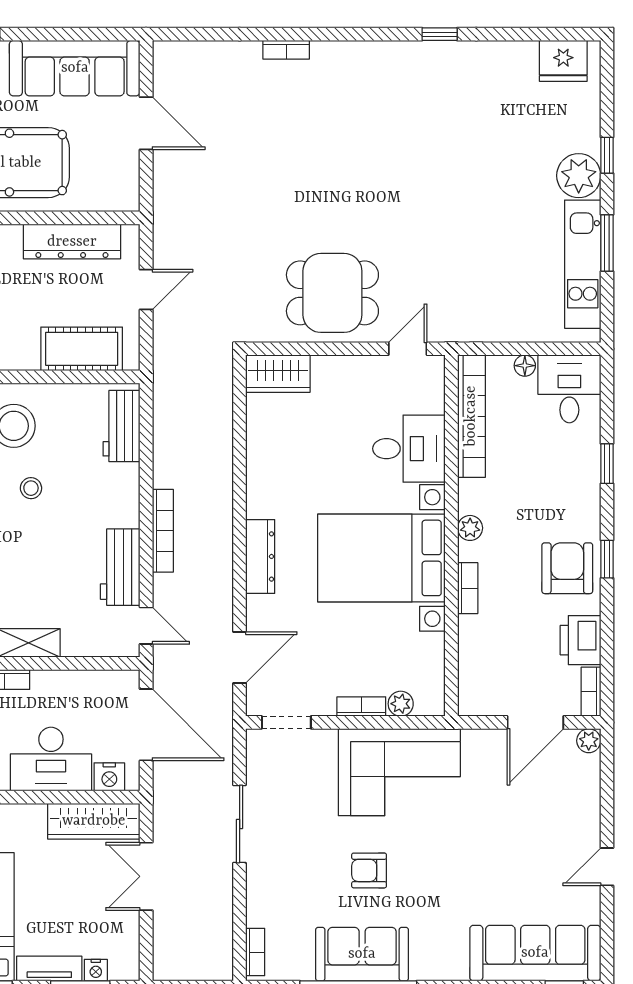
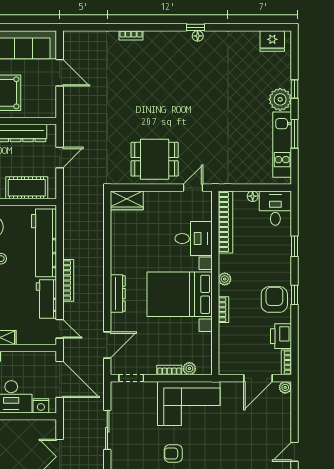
window: (440, 34) -> (196, 27), moved
floor lamp: (417, 51) -> (198, 36), added
workbench: (121, 426) -> (44, 243), width x1.88, depth x1.32
wardrobe: (94, 821) -> (33, 428), removed

